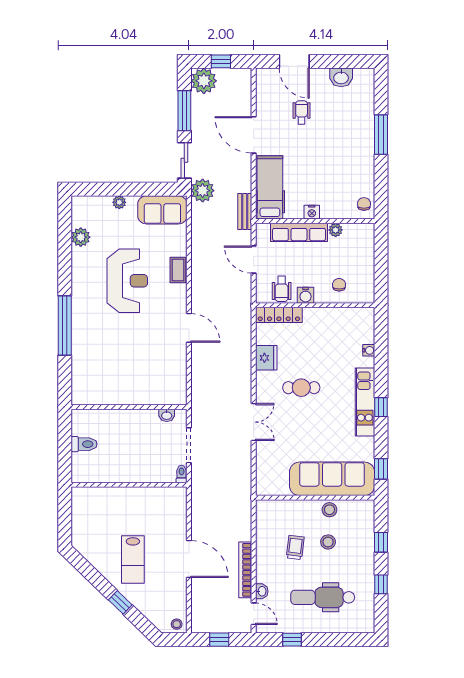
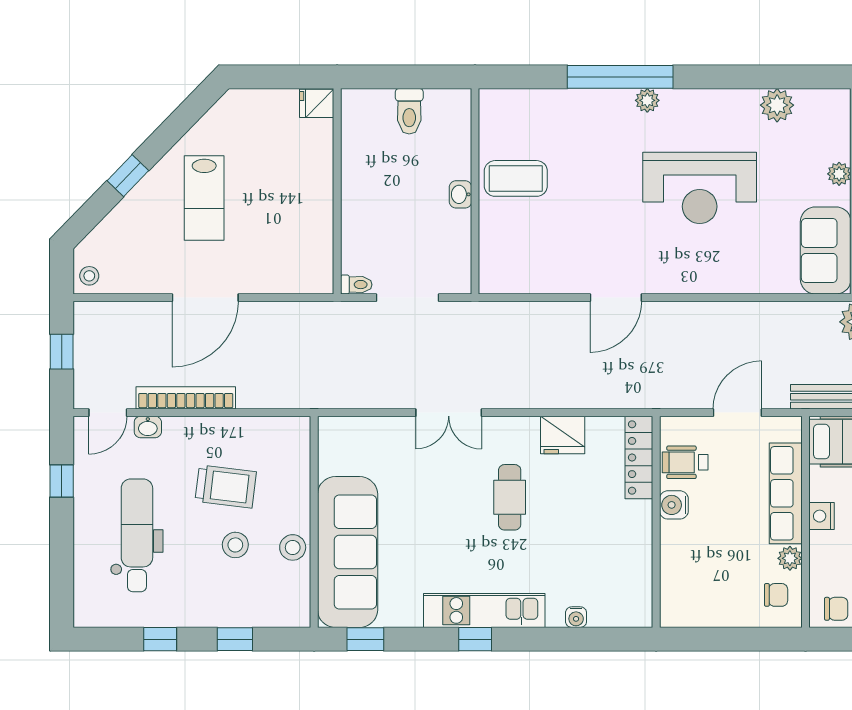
coffee table: (178, 270) -> (516, 178), moved, width x1.36, depth x1.30
chair: (339, 285) -> (776, 595), moved
plant: (78, 310) -> (647, 100), added
washbasin: (167, 415) -> (460, 194), moved
fridge: (80, 496) -> (317, 103), added
trolley: (295, 547) -> (226, 487), width x1.36, depth x1.39
lab bench: (133, 560) -> (204, 198), turned -90

